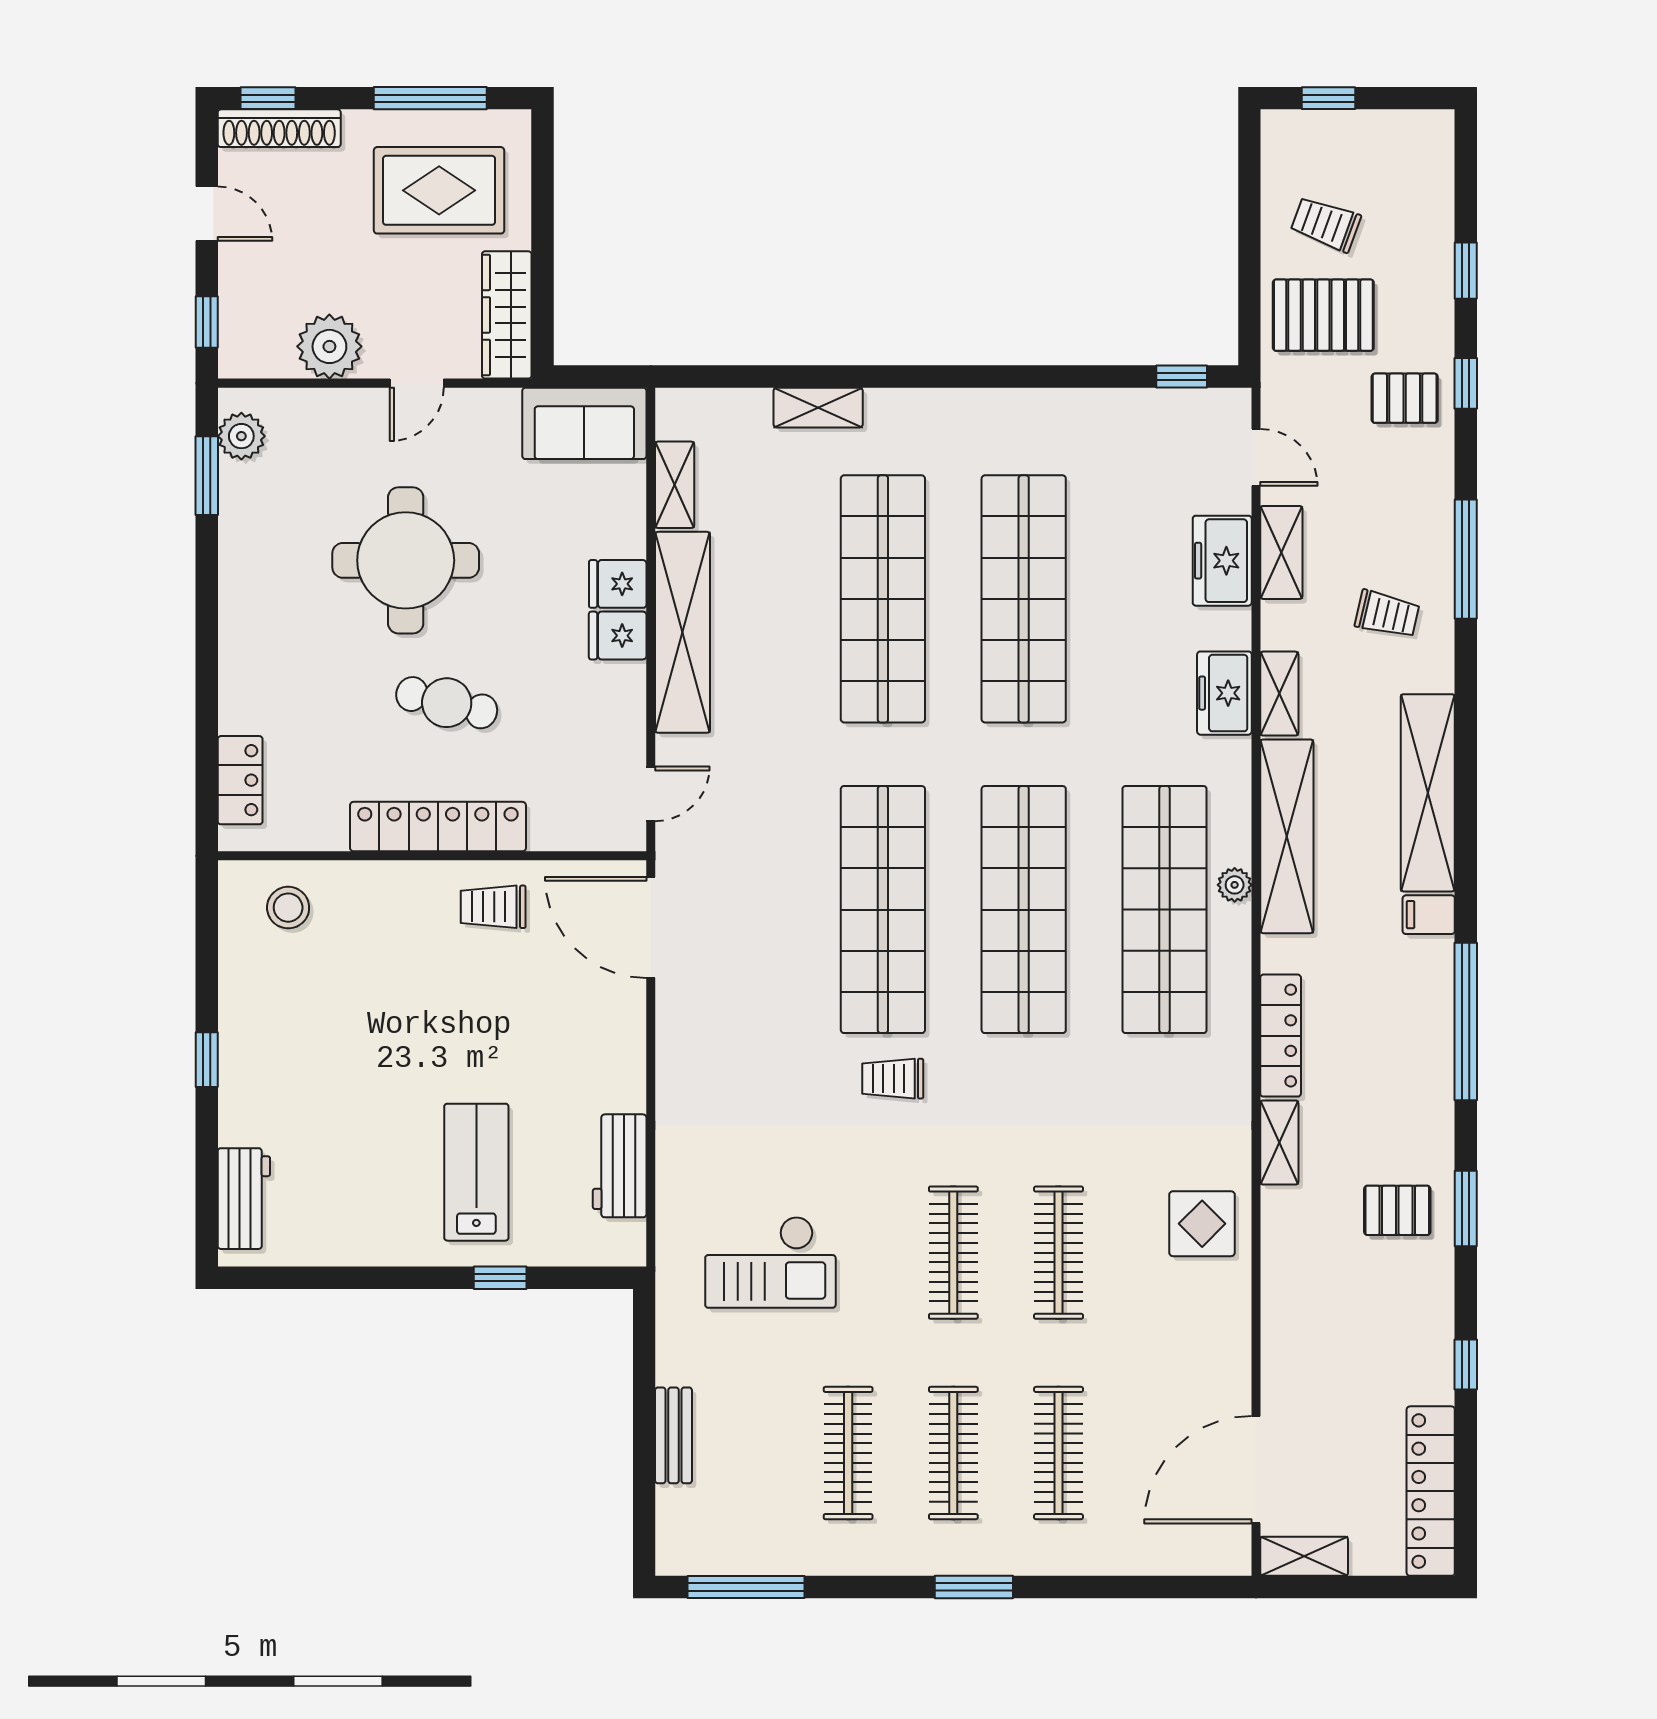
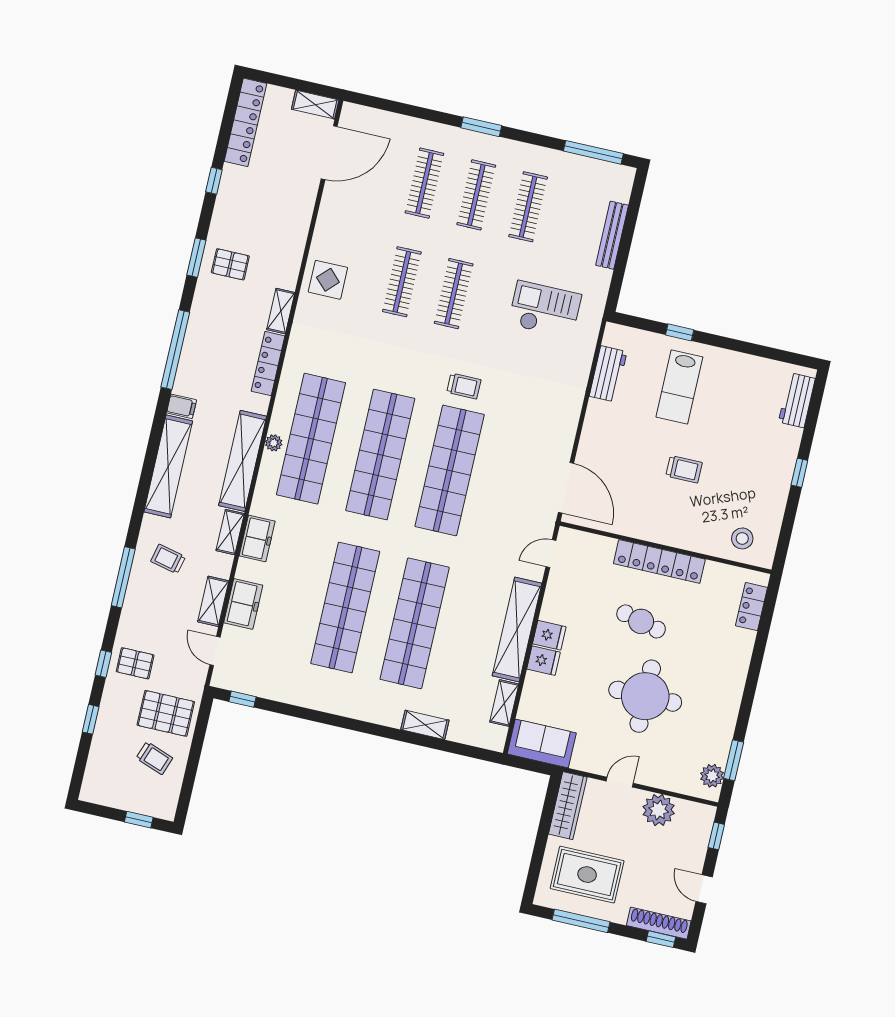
trolley: (493, 907) -> (684, 469), moved
bench: (673, 1435) -> (612, 235), width x1.36

